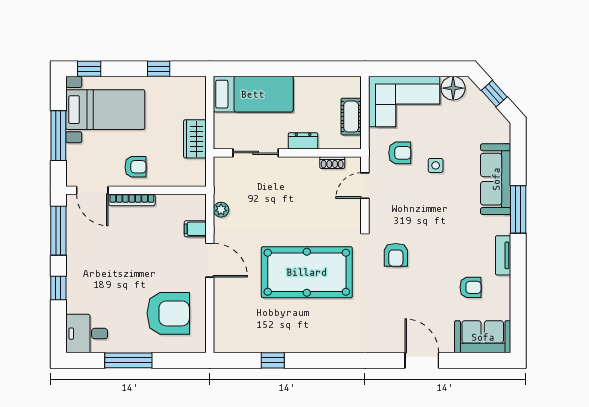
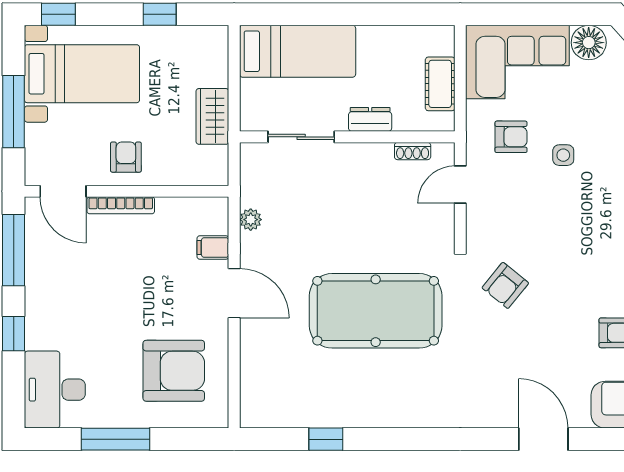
armchair: (135, 167) -> (126, 157), turned -90
armchair: (396, 255) -> (505, 285), turned 39
desk: (87, 334) -> (55, 390), width x1.37

